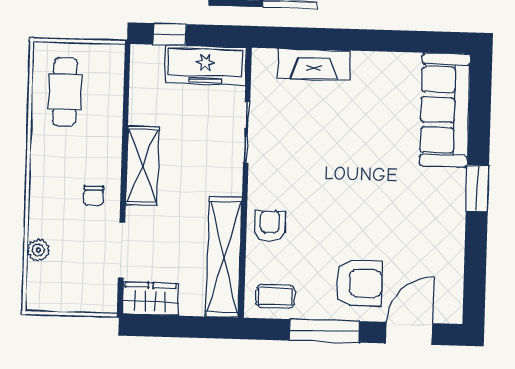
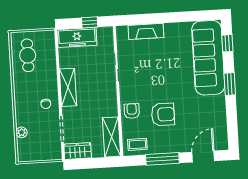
window: (170, 34) -> (90, 22), moved
freezer: (205, 65) -> (77, 37), moved
window: (480, 104) -> (227, 43), added
sofa: (445, 110) -> (208, 58), width x1.36, depth x1.27
shelving: (224, 257) -> (112, 137), width x0.68
armchair: (359, 283) -> (163, 114), moved

